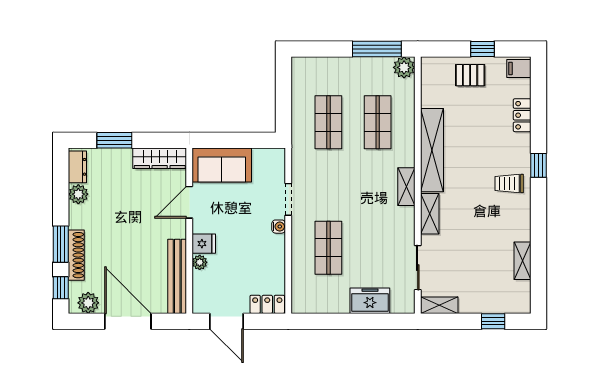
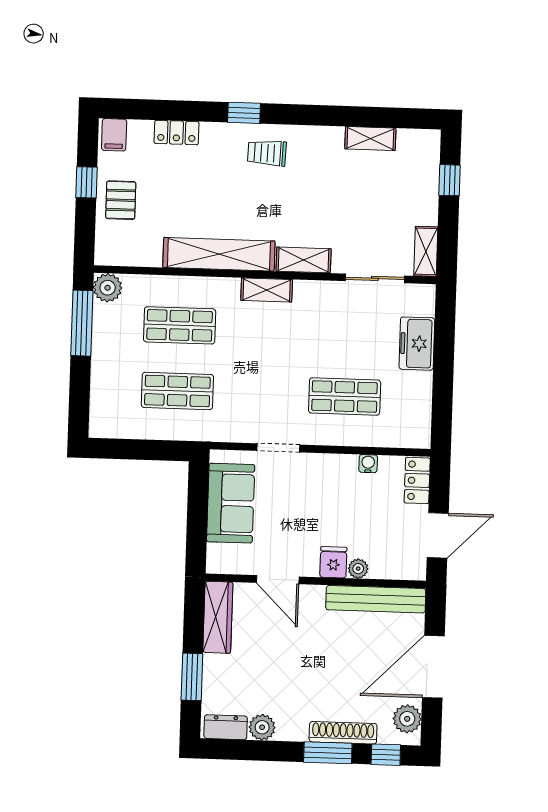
sofa: (222, 165) -> (231, 503), moved
trolley: (509, 184) -> (267, 153), turned 92
water cooler: (279, 227) -> (368, 464), moved

